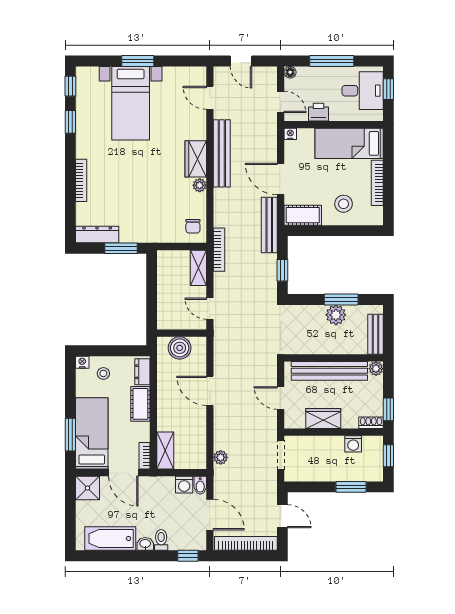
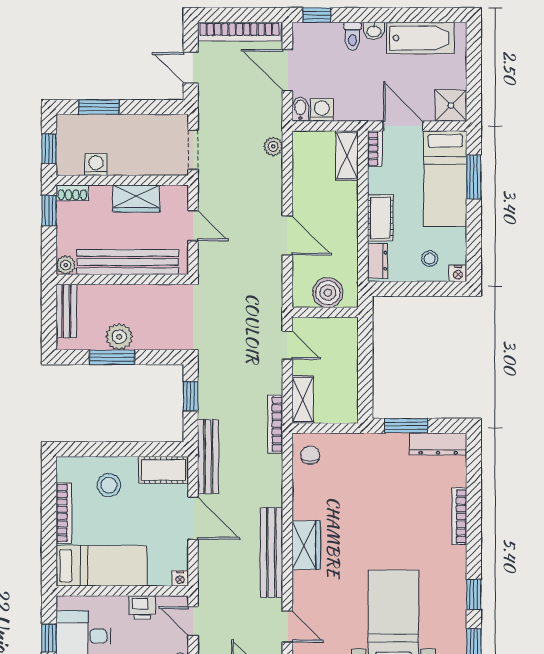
plant: (200, 185) -> (301, 510), removed

